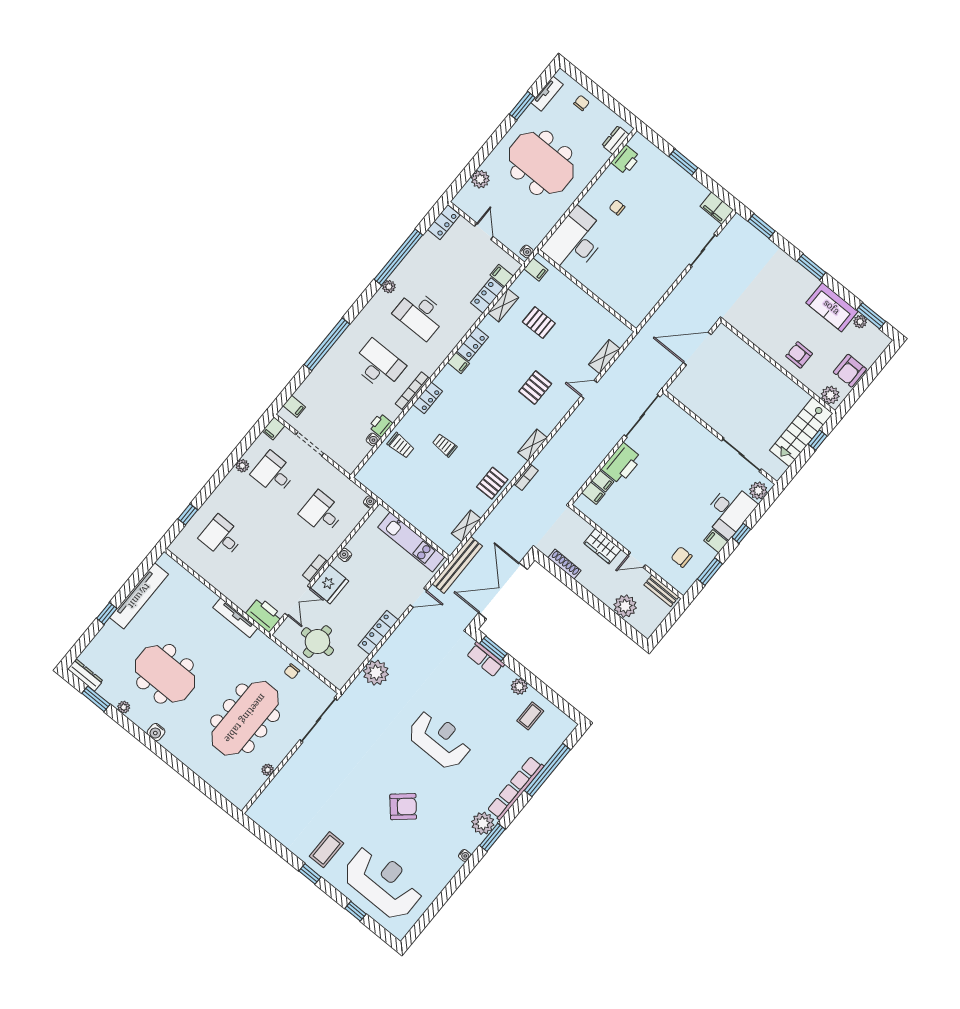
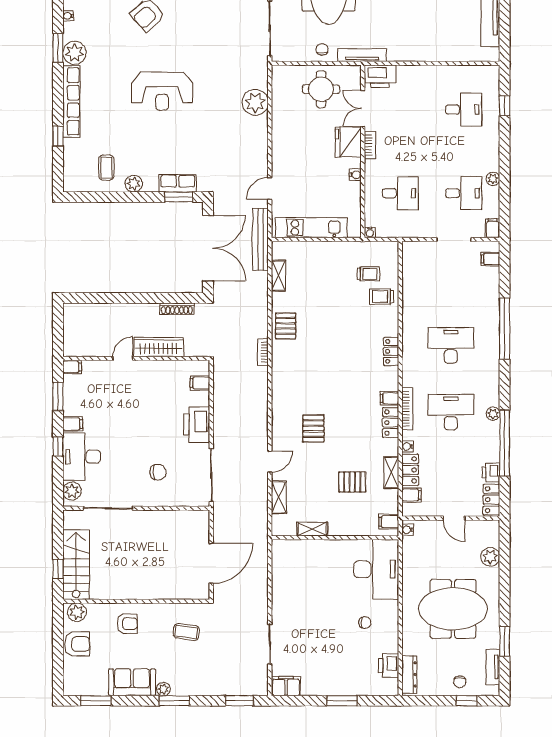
window: (588, 84) -> (467, 701), added
dresser: (616, 140) -> (409, 674), width x1.44
coffee table: (759, 312) -> (186, 632), added
plant: (860, 322) -> (163, 689), moved
desk: (378, 365) -> (451, 345), turned 180
armchair: (850, 371) -> (77, 644), turned 90
bookcase: (413, 391) -> (407, 409), moved
printer: (381, 425) -> (491, 472), moved, turned 180
water cooler: (373, 440) -> (407, 447), moved
trolley: (445, 445) -> (368, 274), moved
shelving: (533, 445) -> (312, 529), moved, turned 90
filing cabinet: (603, 481) -> (72, 367), moved, turned 180
wardrobe: (602, 546) -> (159, 347), width x1.50
chair: (682, 557) -> (158, 472), moved
bench: (661, 591) -> (84, 350), removed
plant: (625, 606) -> (102, 315), removed
tv unit: (235, 618) -> (362, 55), moved
locker: (378, 633) -> (279, 135), removed
window: (547, 770) -> (58, 136), width x0.32

